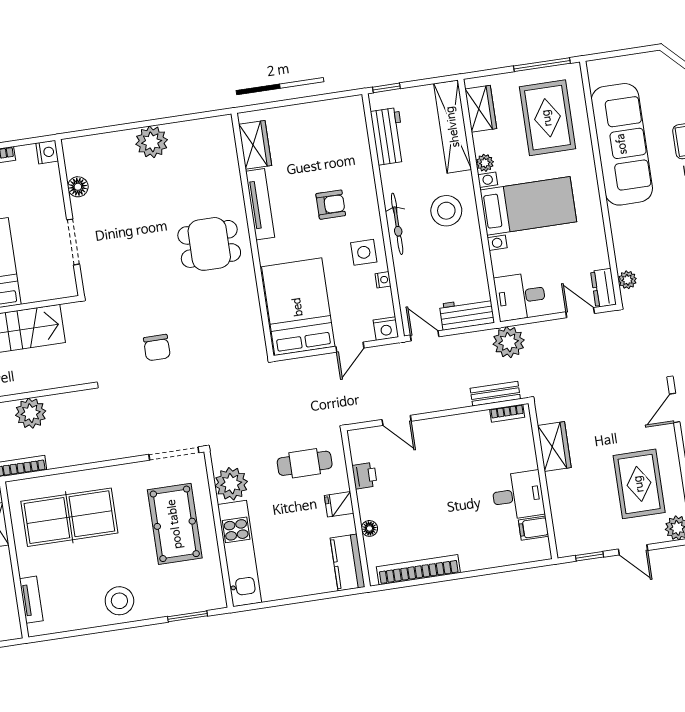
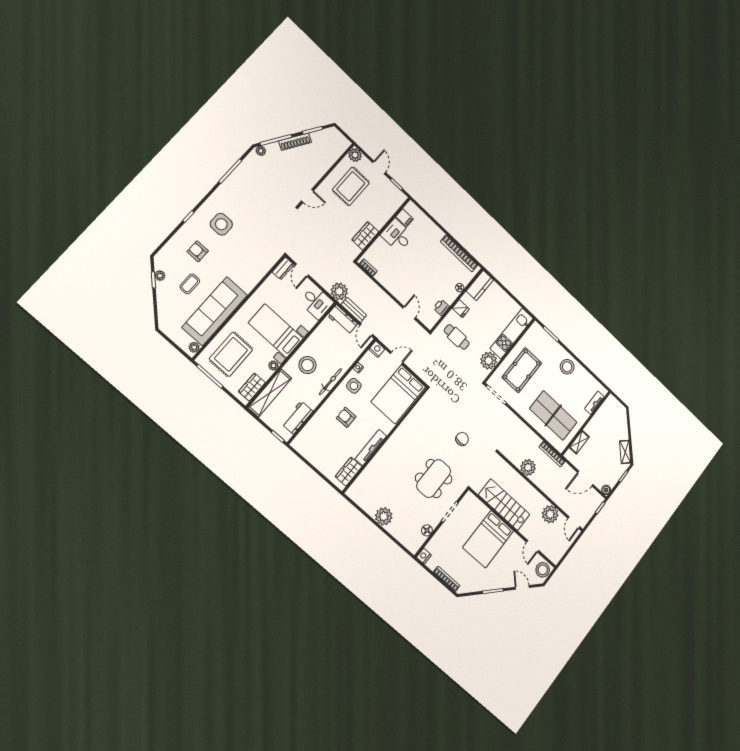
dining table: (209, 244) -> (434, 479), moved, width x1.38
plant: (627, 280) -> (194, 347), moved
bench: (495, 394) -> (354, 310), moved

